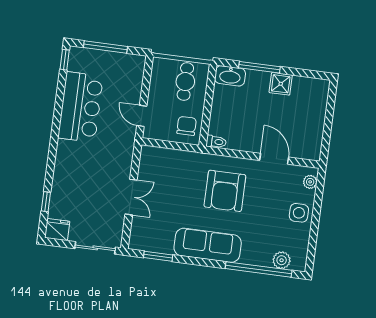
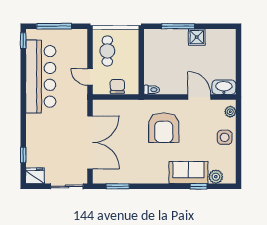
washbasin: (230, 76) -> (224, 87), moved, turned 180
cafe table: (185, 82) -> (107, 51), moved
bar counter: (81, 107) -> (41, 76), width x1.36
chair: (187, 126) -> (117, 86), moved
double door: (131, 197) -> (90, 142), width x1.87
sofa: (208, 245) -> (188, 173), moved, width x0.73
window: (259, 269) -> (199, 186), width x0.32

